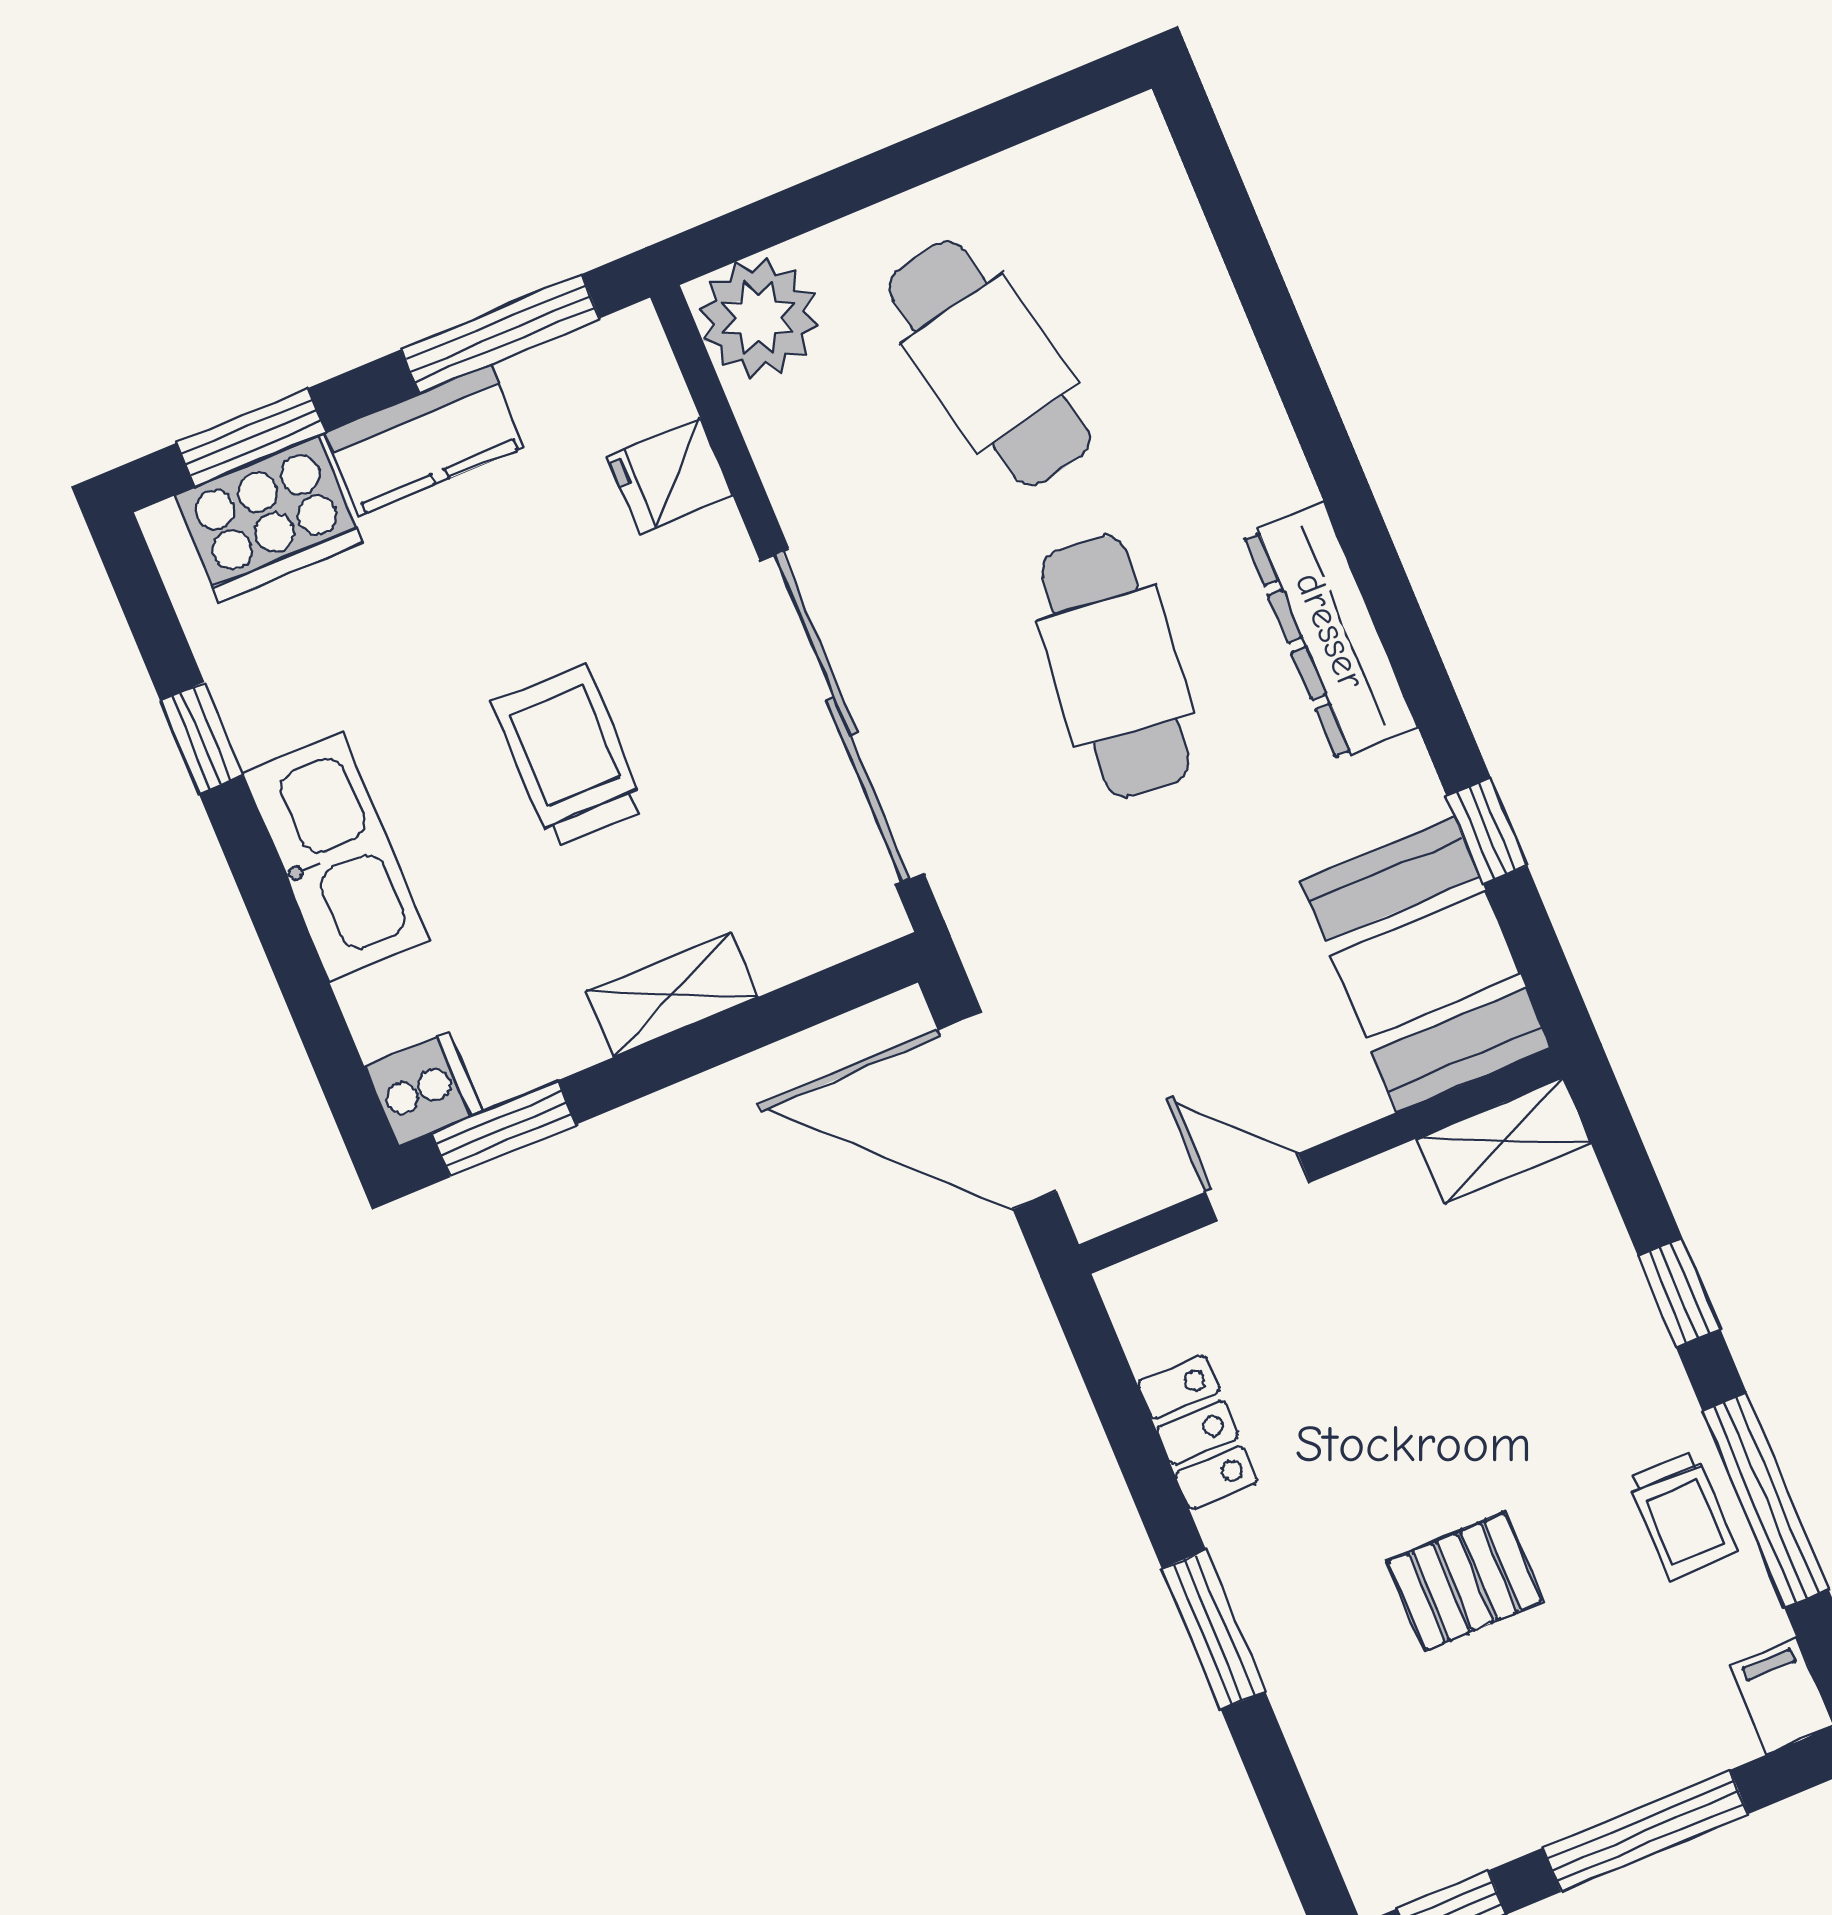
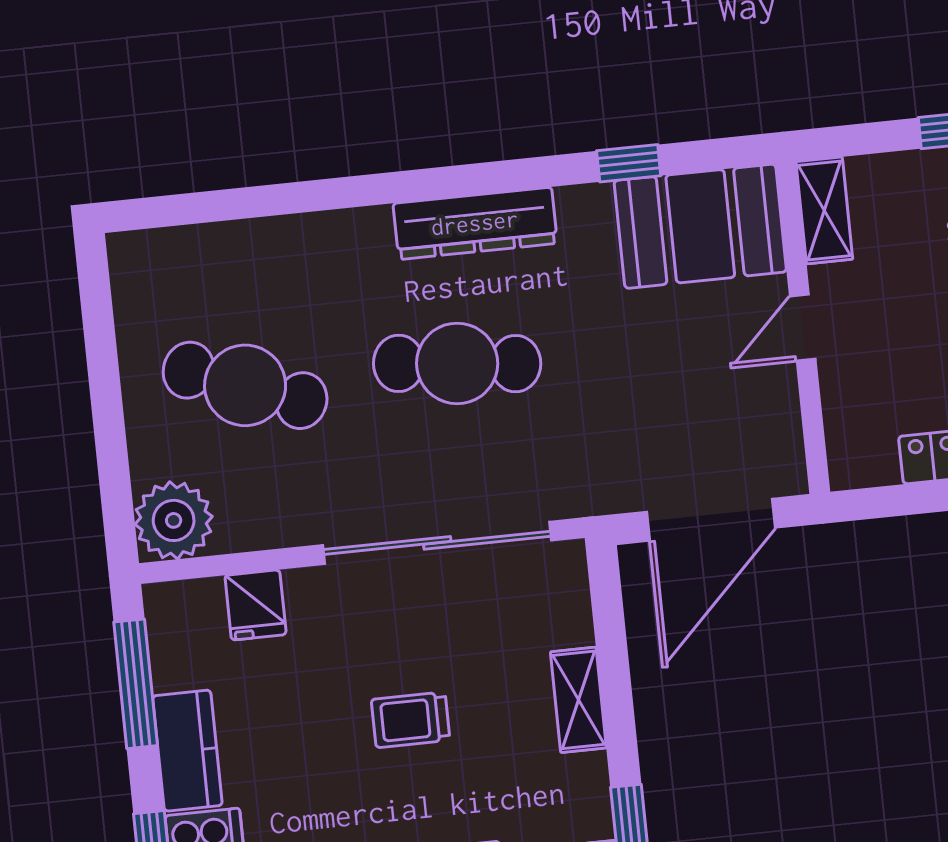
cafe table: (989, 363) -> (245, 385), turned 33
trolley: (569, 756) -> (411, 720), width x0.73, depth x0.72
door: (1258, 1187) -> (803, 328), moved

